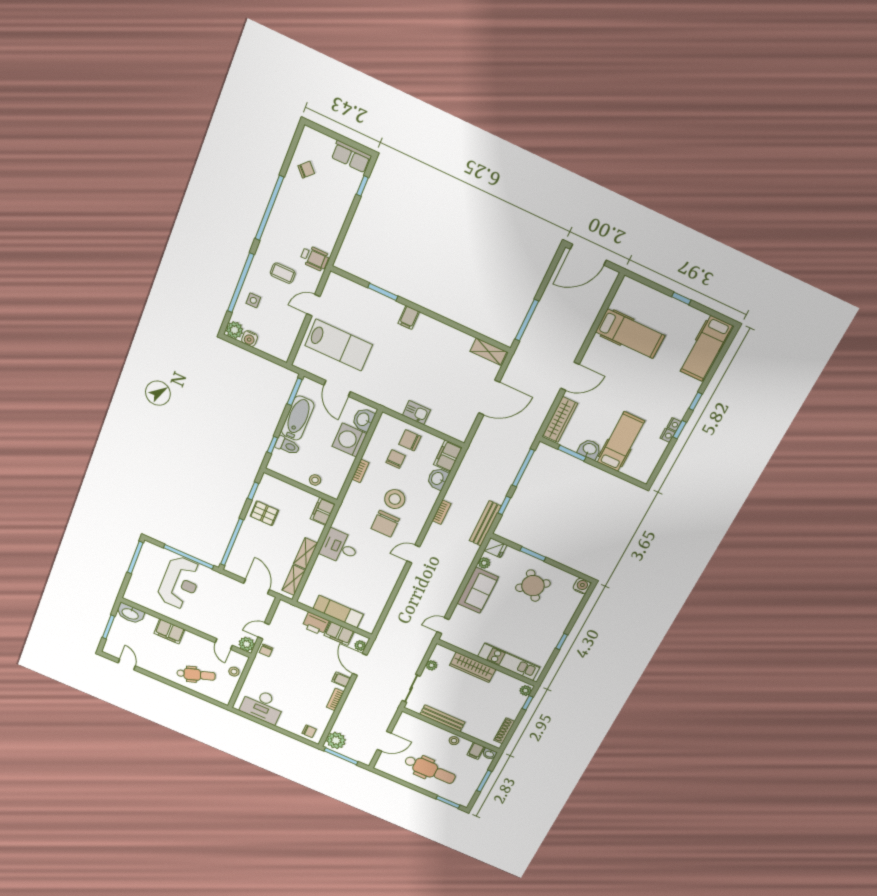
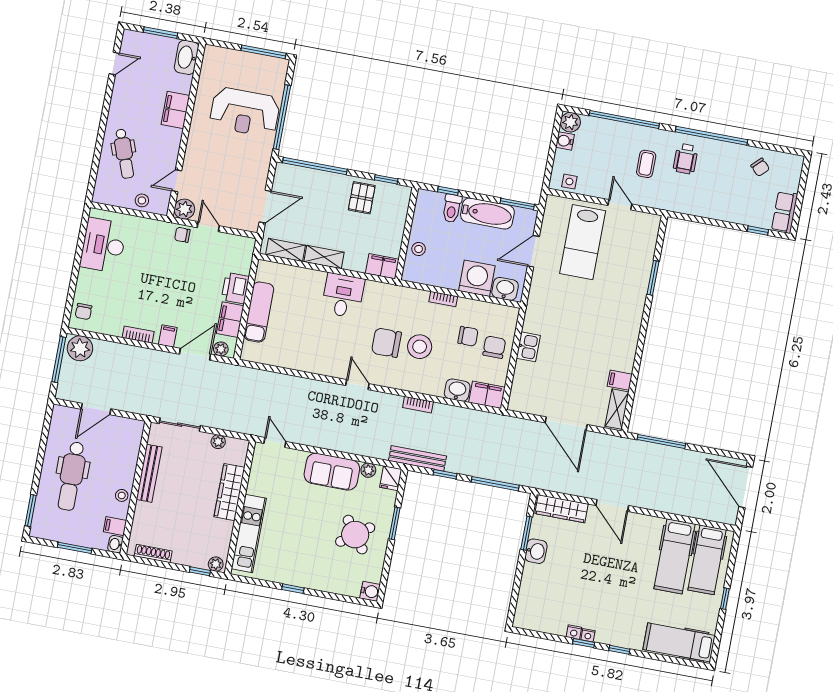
wheelchair: (315, 258) -> (686, 159), moved
side table: (253, 300) -> (569, 182), moved
filing cabinet: (409, 317) -> (620, 380), moved
hospital bed: (621, 442) -> (707, 560), moved, turned 90
door: (384, 741) -> (96, 409), hinge flipped

